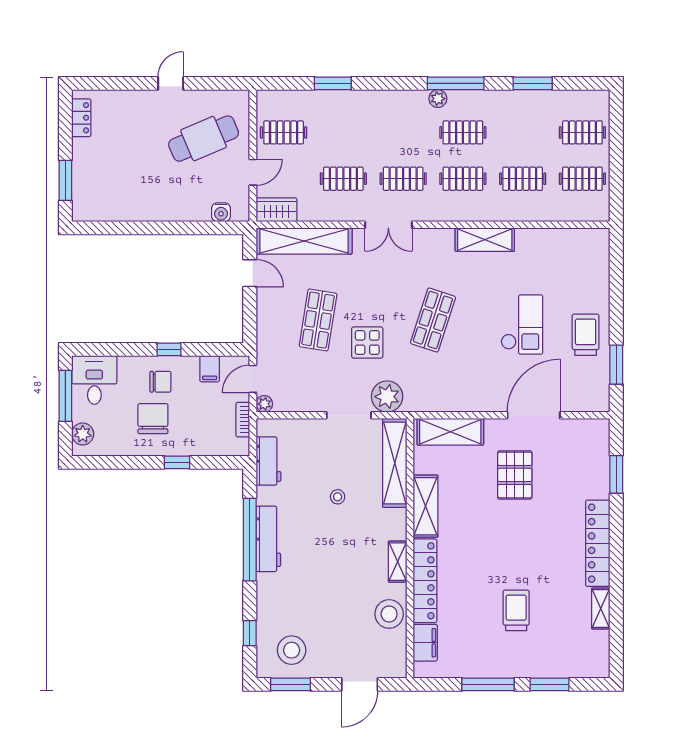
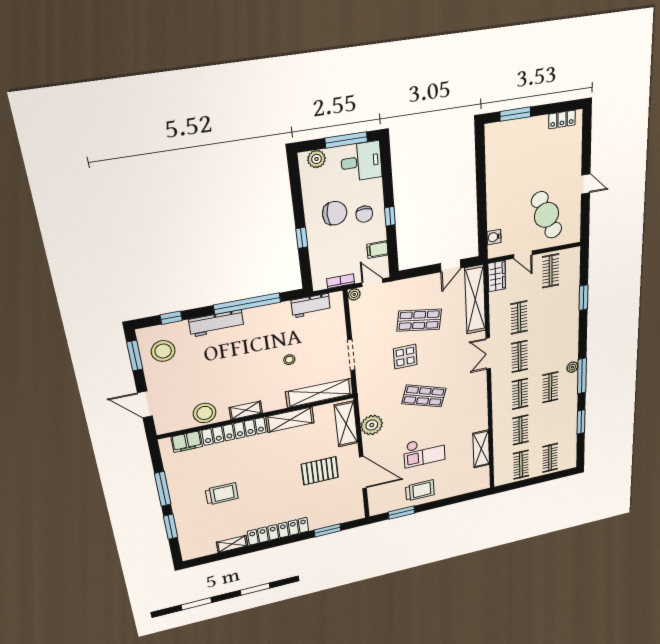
shelving: (485, 240) -> (481, 449), moved
plant: (387, 397) -> (372, 425), moved
workbench: (268, 539) -> (216, 323), moved

